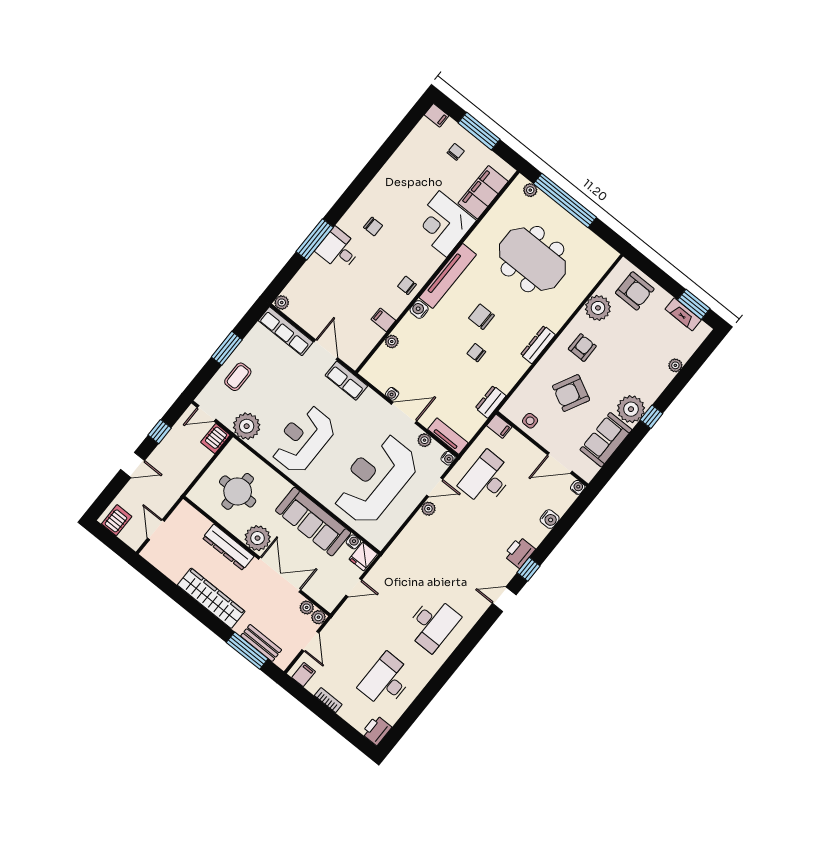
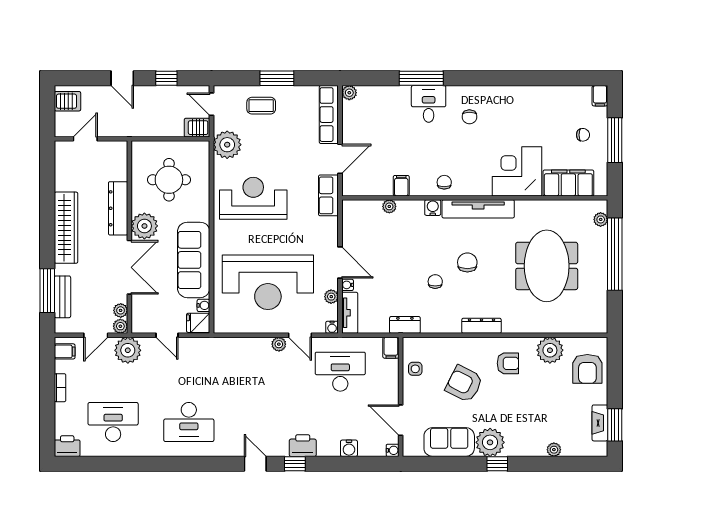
water cooler: (392, 394) -> (348, 285), moved
reception desk: (375, 479) -> (268, 282), turned 180
plant: (341, 626) -> (128, 350), added

